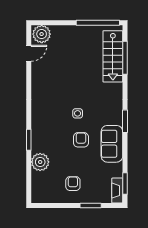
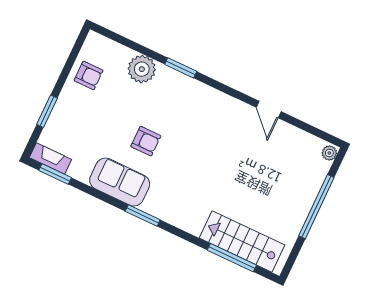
window: (98, 23) -> (316, 207), moved
plant: (42, 34) -> (329, 153), width x0.53, depth x0.53
door: (29, 53) -> (269, 110), moved
side table: (78, 113) -> (185, 154), removed
armchair: (73, 184) -> (89, 75), moved

